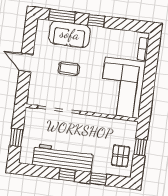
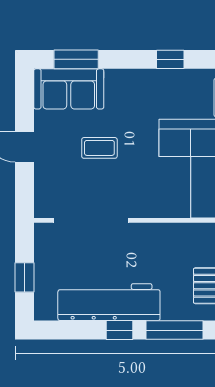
window: (96, 21) -> (170, 59), moved
sofa: (70, 34) -> (69, 89), moved
window: (98, 179) -> (174, 330), width x2.17

